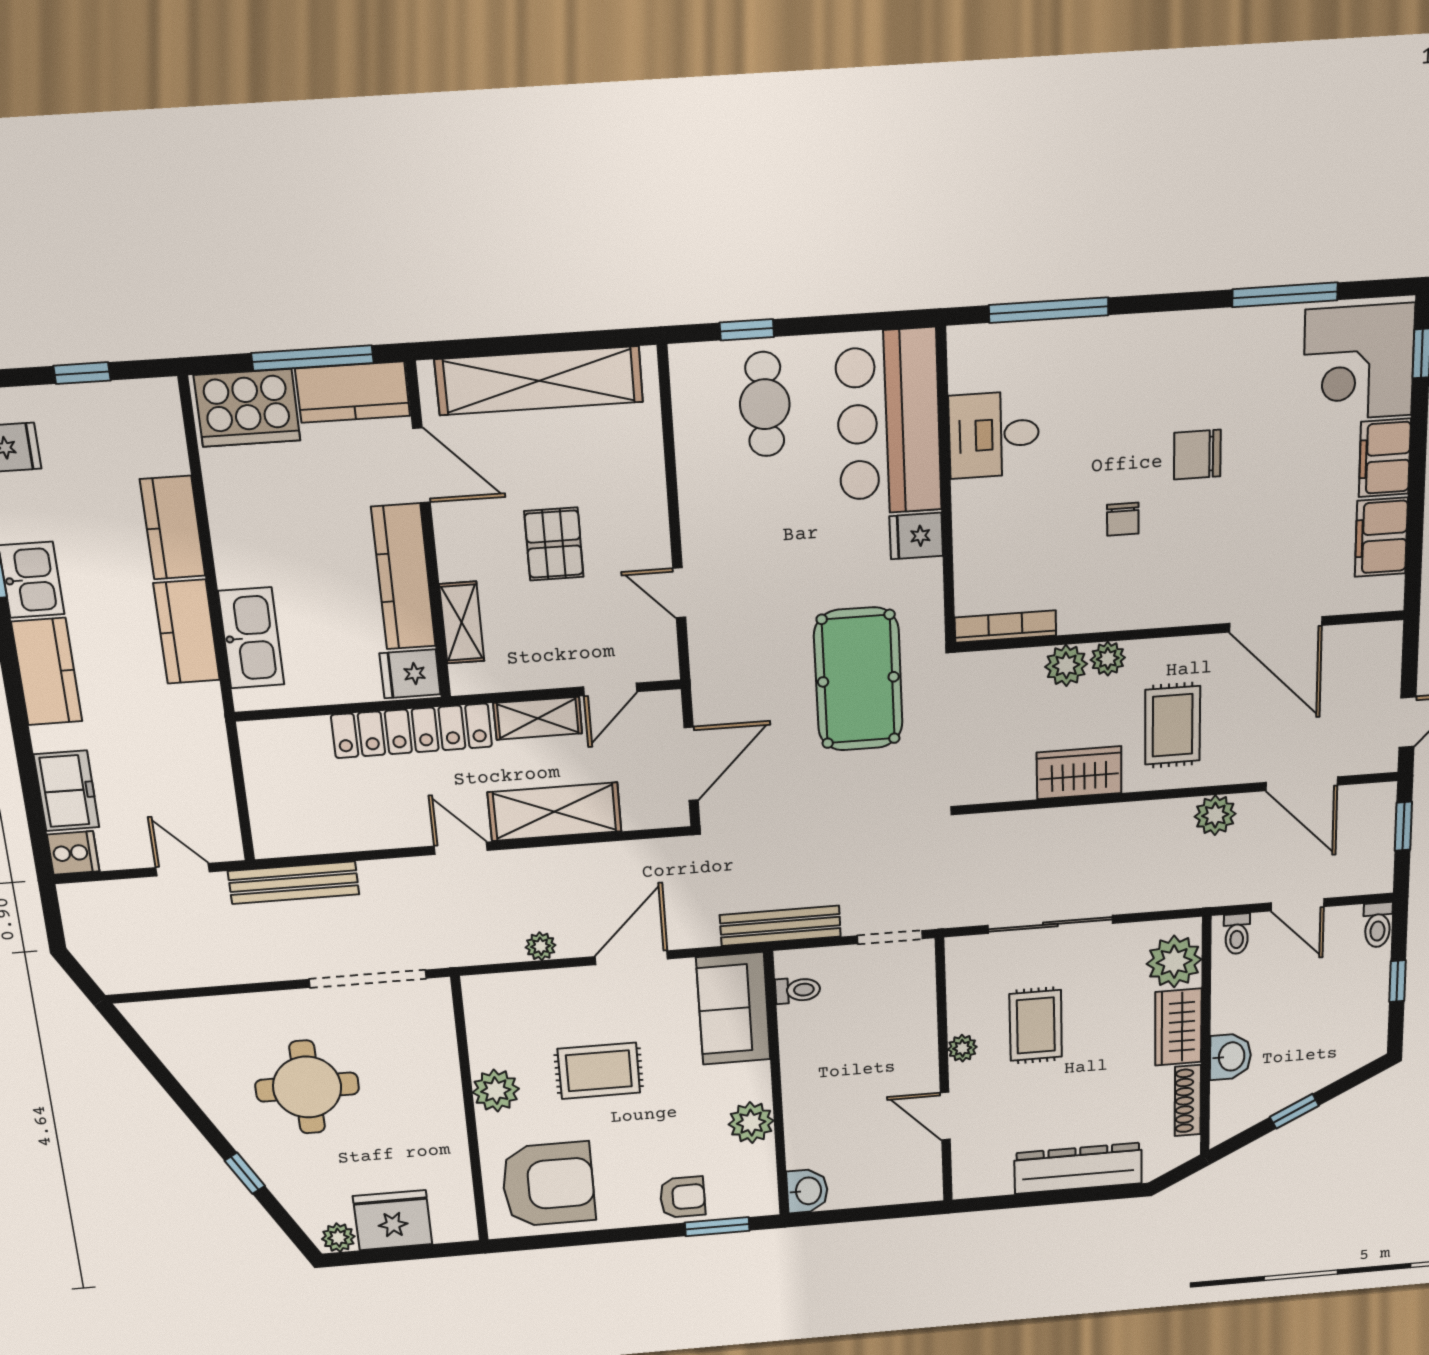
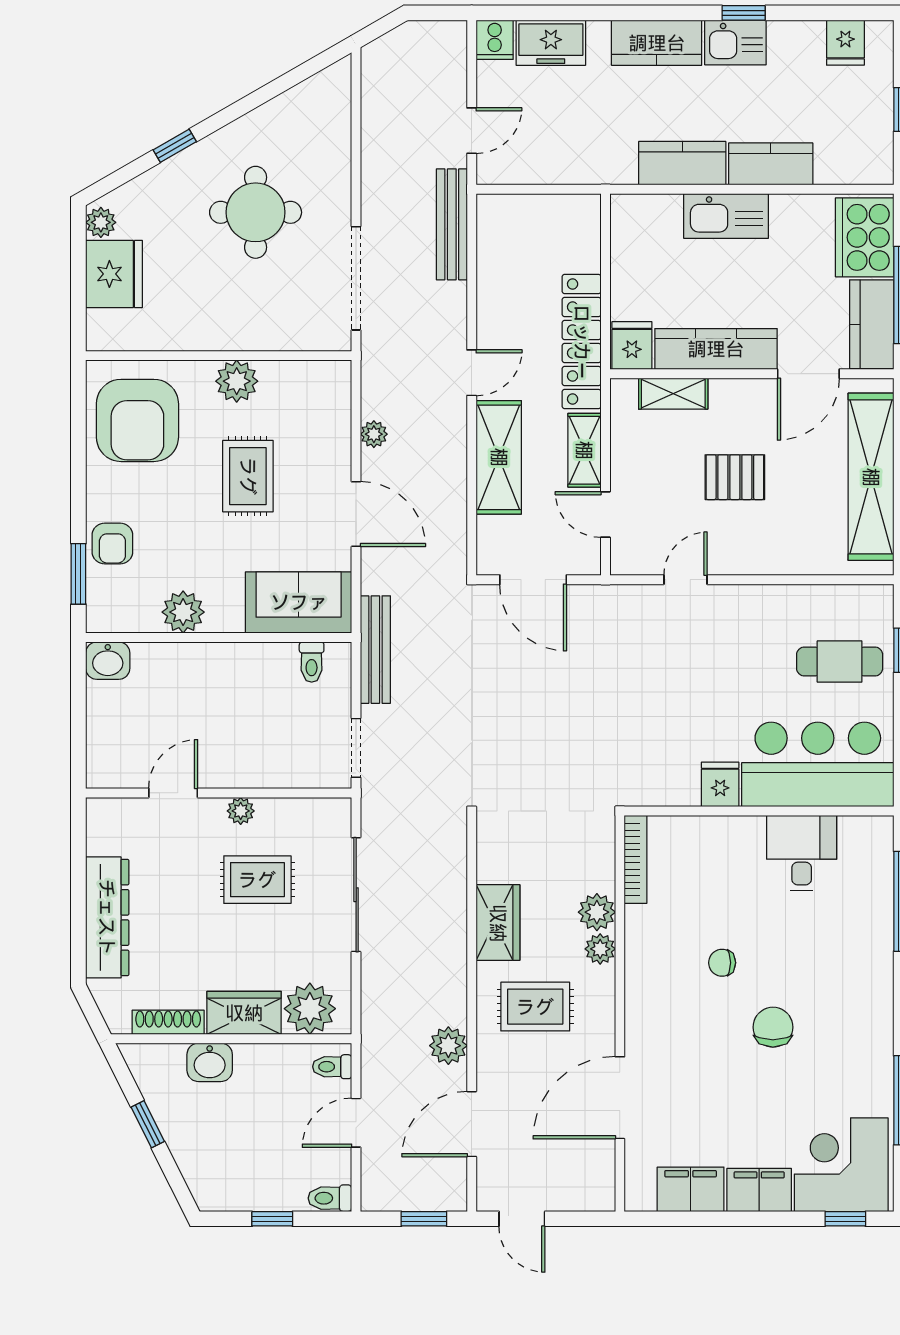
kitchen sink: (251, 638) -> (726, 216), moved
pool table: (858, 679) -> (598, 730), removed

